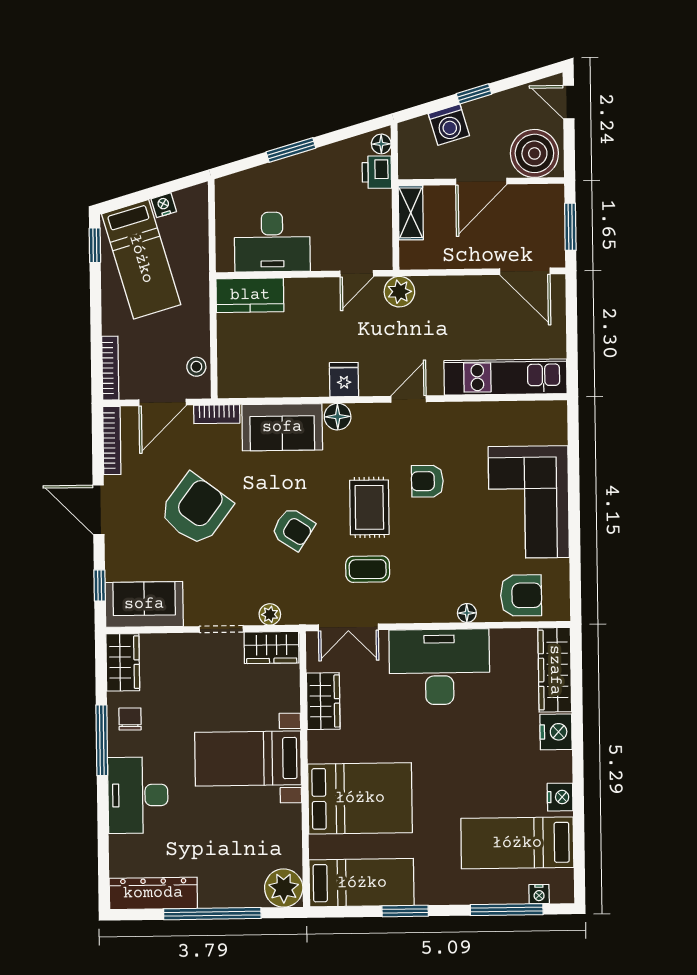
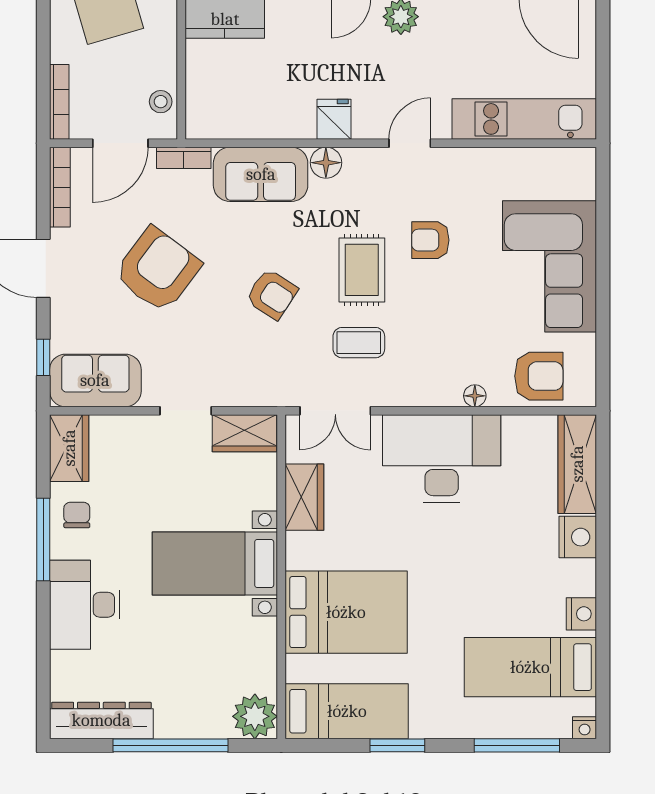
plant: (270, 614) -> (243, 394), removed
nightstand: (539, 894) -> (585, 728), moved

